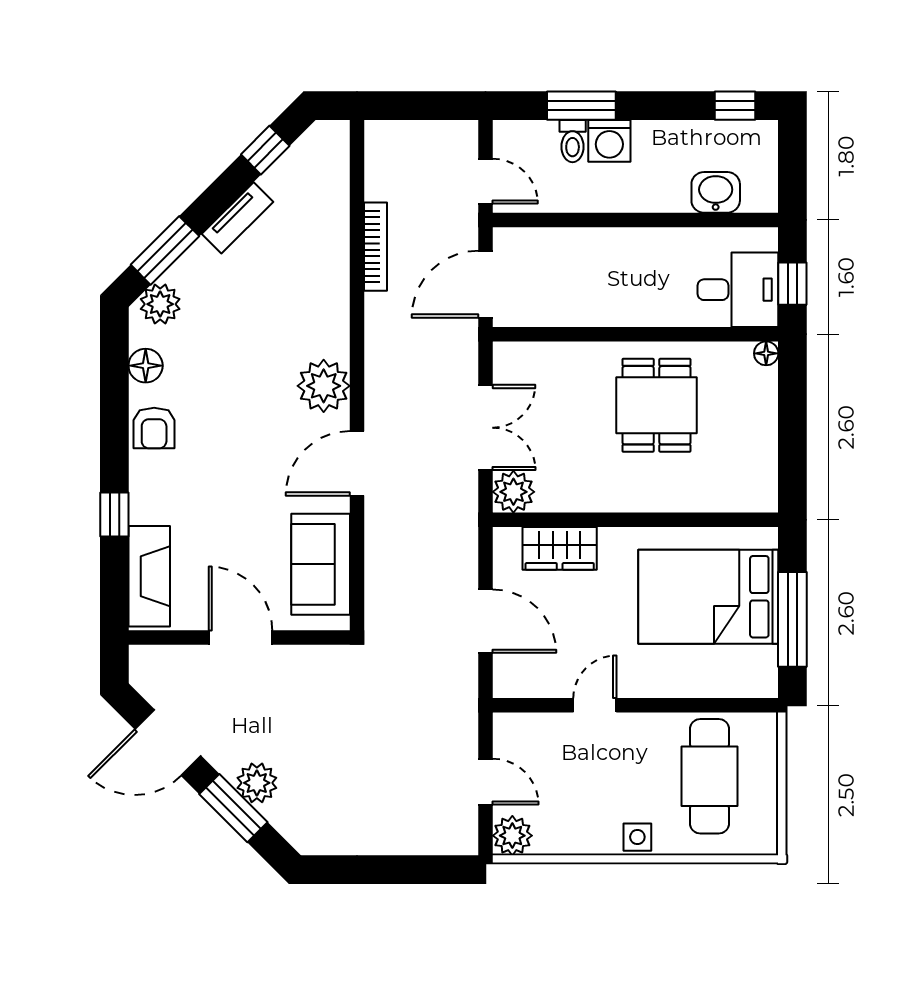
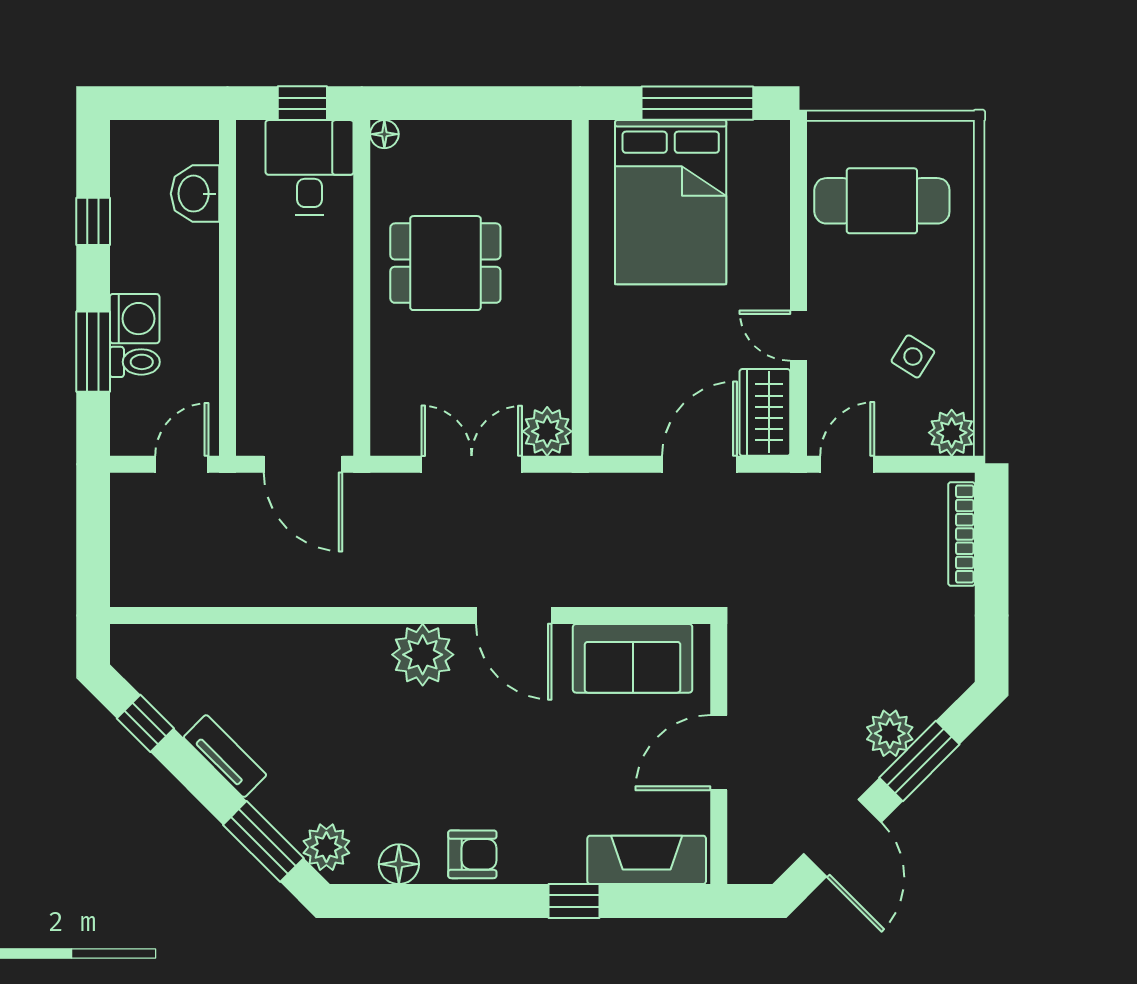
window: (735, 106) -> (93, 221), moved
bookcase: (375, 247) -> (962, 534), moved, turned -90
wardrobe: (560, 548) -> (765, 412), moved, turned 180
door: (486, 782) -> (847, 464), moved
side table: (637, 837) -> (913, 356), moved, turned 32

